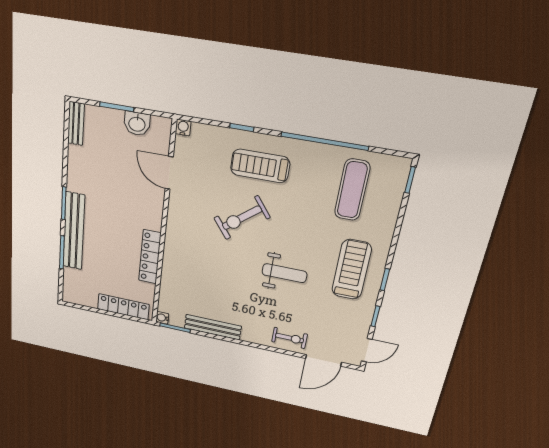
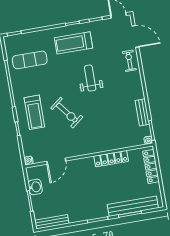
bench: (76, 123) -> (52, 222), width x1.36
bench: (74, 231) -> (133, 206), moved
bench: (213, 327) -> (142, 112), width x0.73

